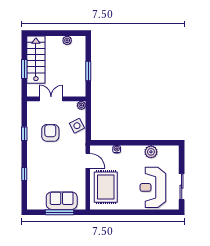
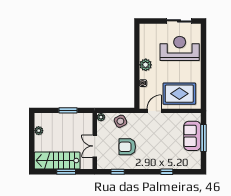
window: (24, 134) -> (118, 172), moved
plant: (151, 152) -> (146, 65), moved
reception desk: (153, 187) -> (180, 48), turned 180

